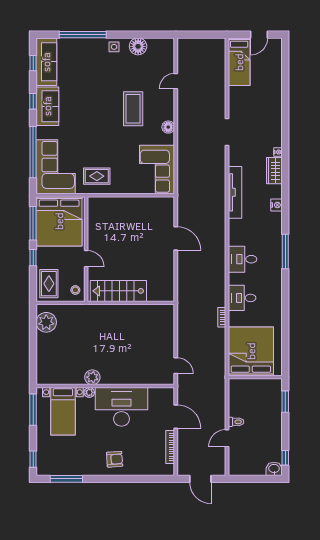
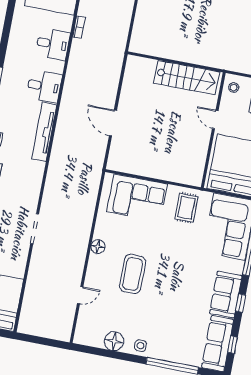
corner sofa: (157, 170) -> (137, 198), moved, turned 90
rug: (97, 176) -> (186, 208), turned 90
tv unit: (235, 192) -> (44, 132), moved

